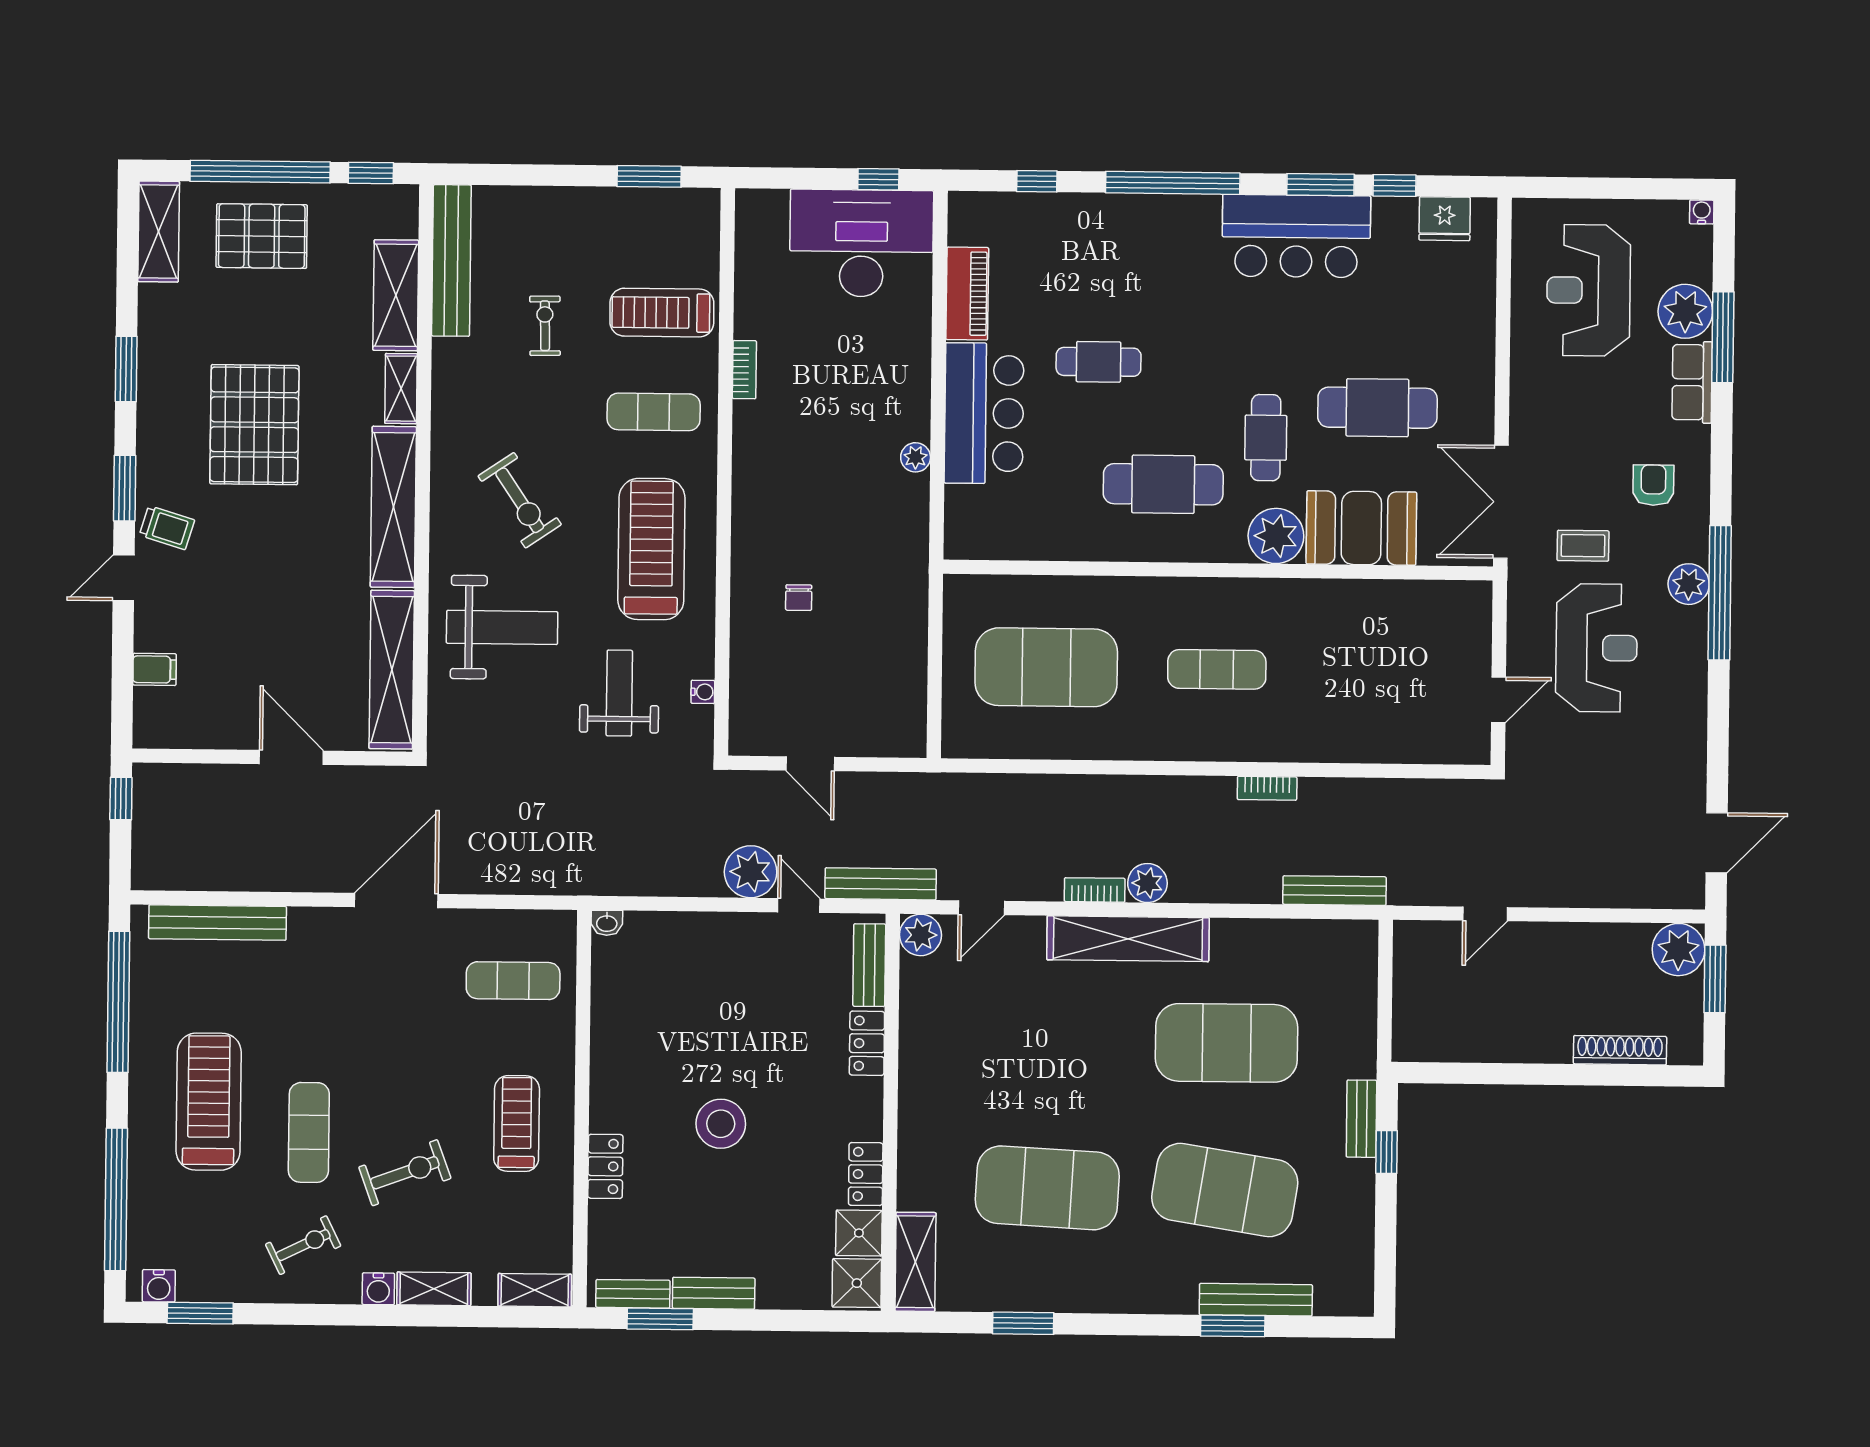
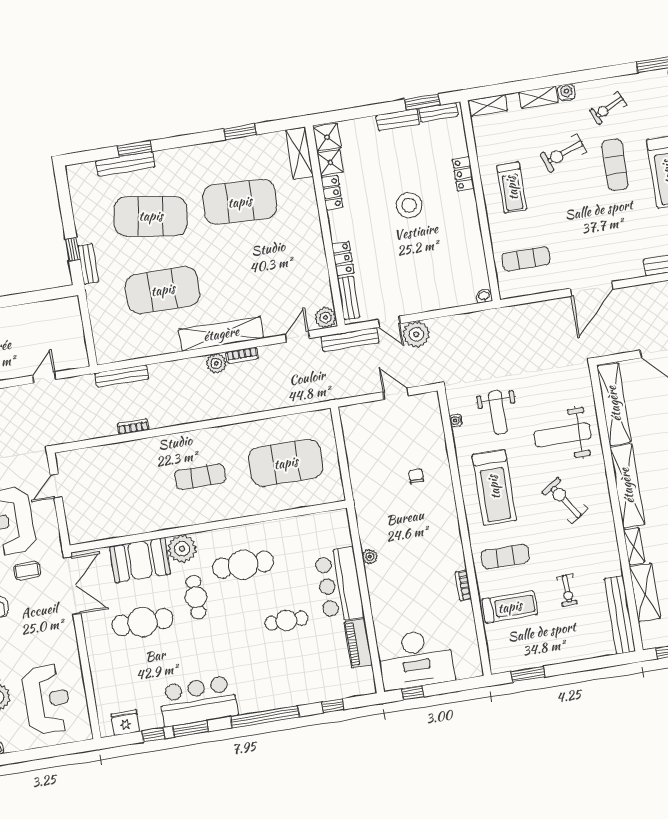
bookcase: (1267, 788) -> (133, 426), moved

